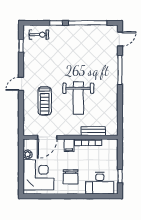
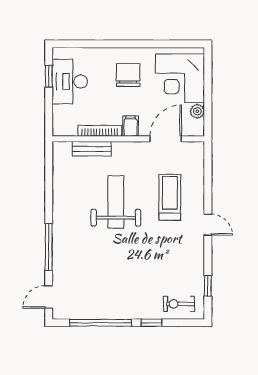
door: (21, 84) -> (208, 225), hinge flipped
desk: (100, 183) -> (70, 81), moved, turned -90

